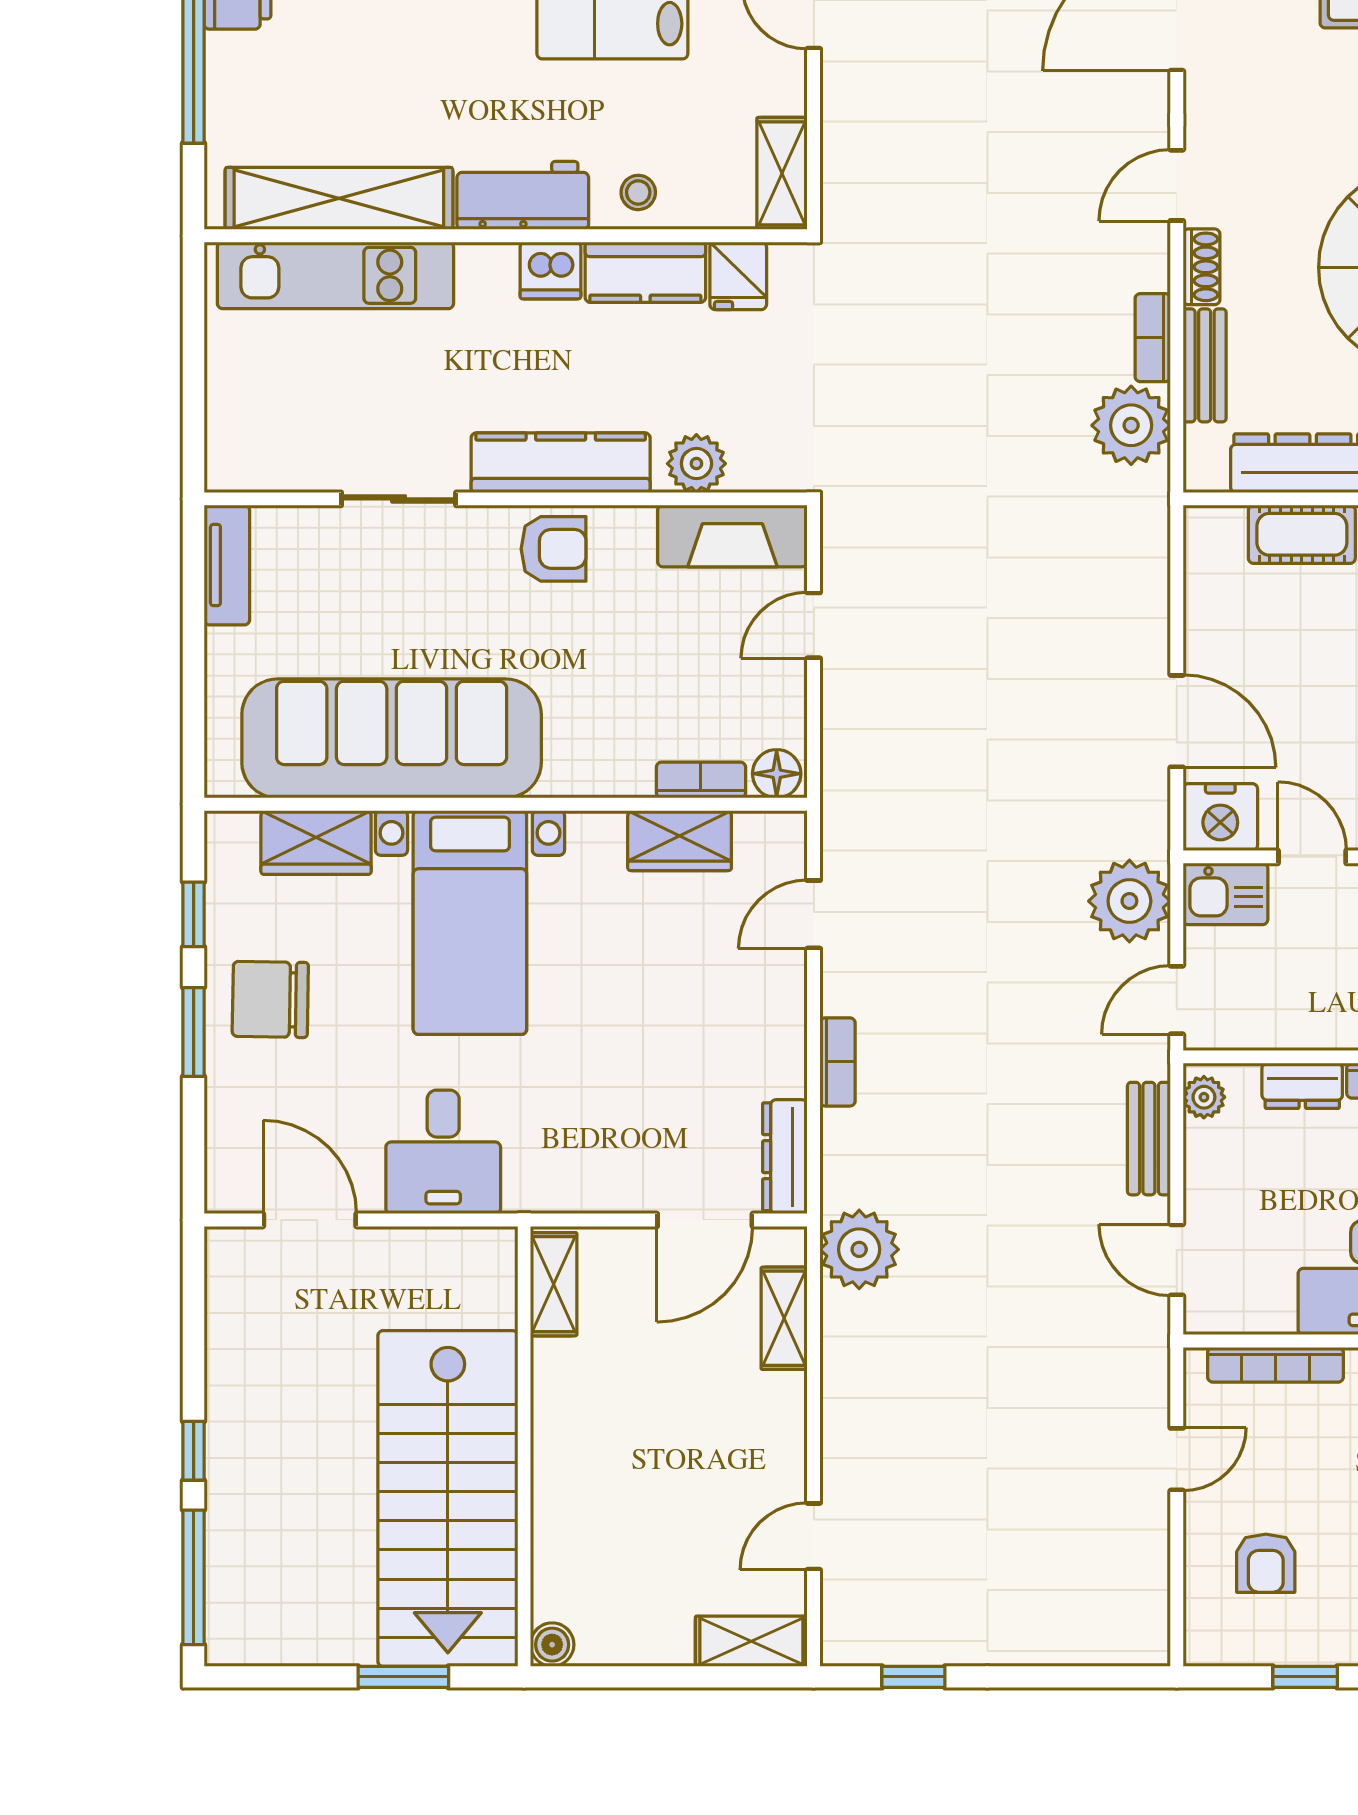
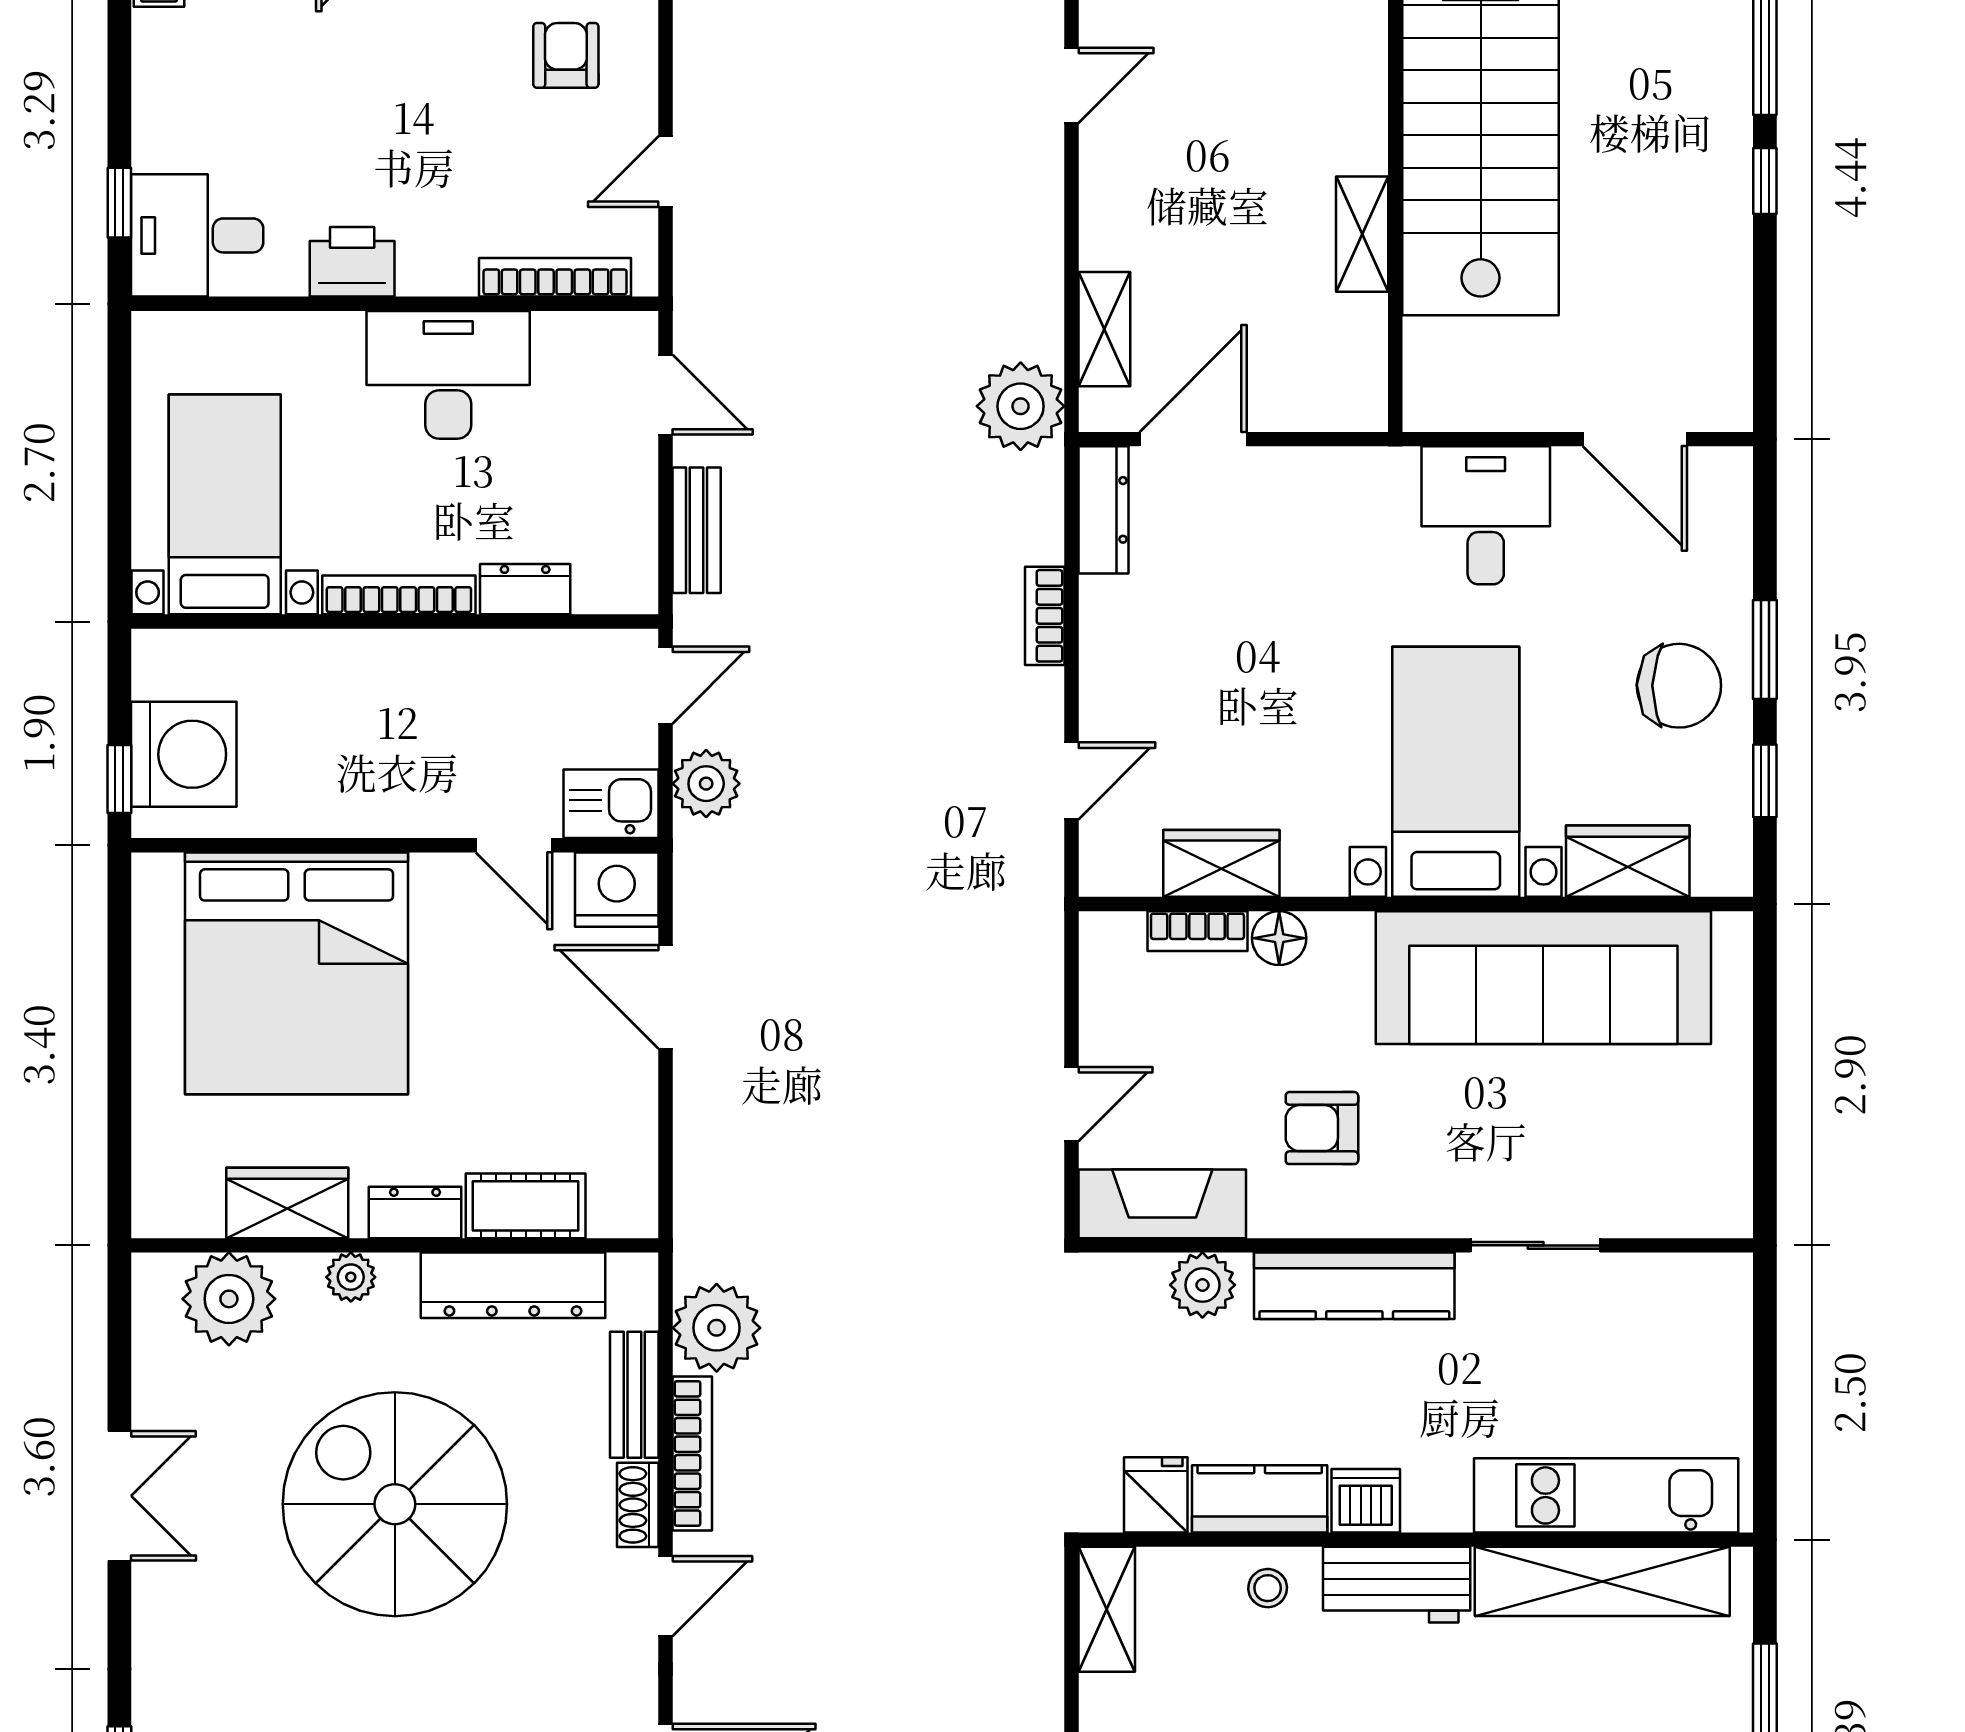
bookcase: (1153, 338) -> (692, 1453), width x1.56
armchair: (554, 549) -> (1322, 1128), moved
tv unit: (227, 565) -> (1728, 1171), removed
floor lamp: (777, 774) -> (1279, 938), moved
plant: (1129, 901) -> (706, 784), width x0.73, depth x0.73
plant: (1204, 1097) -> (635, 576), removed
shelving: (554, 1284) -> (1362, 234), moved

